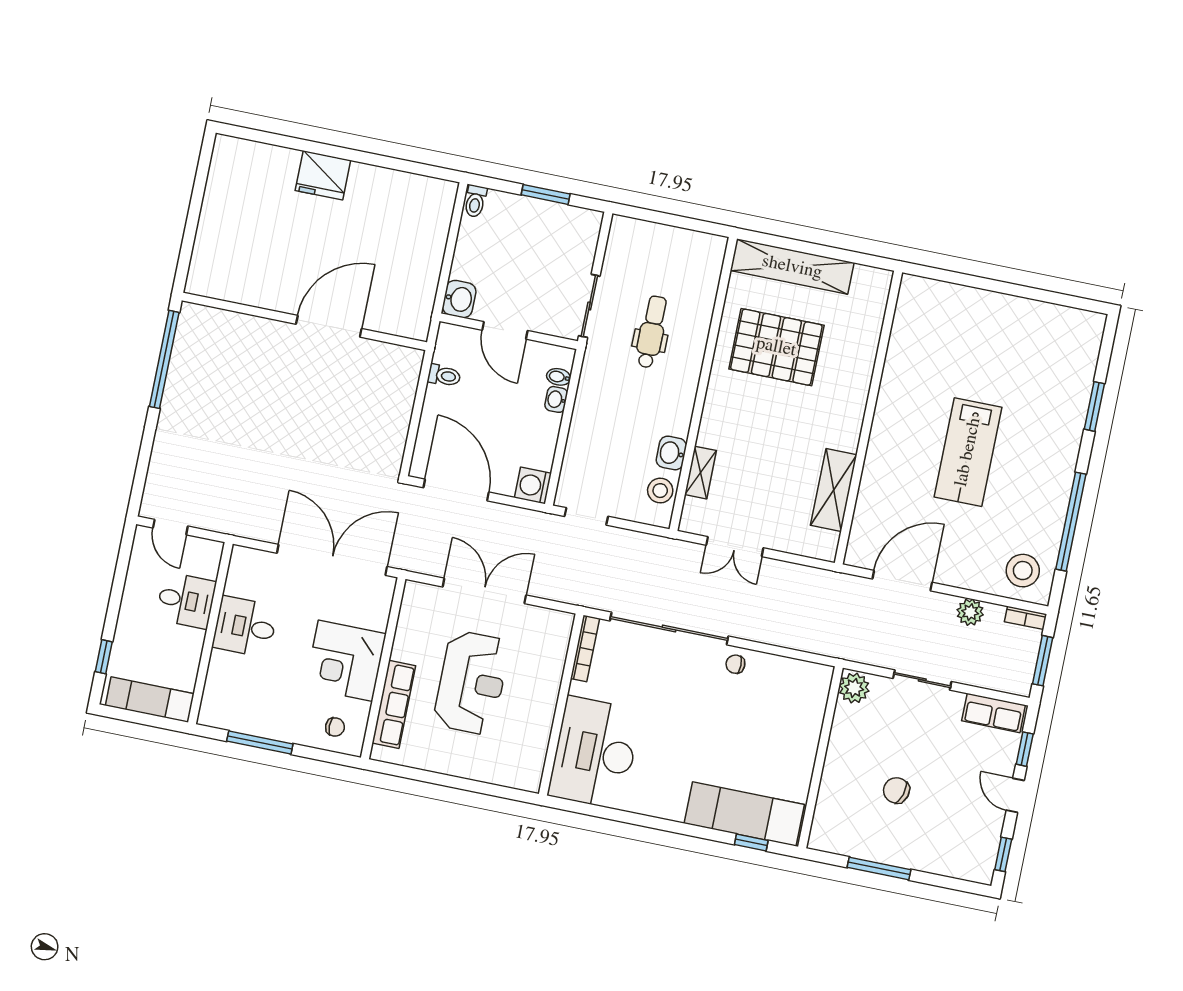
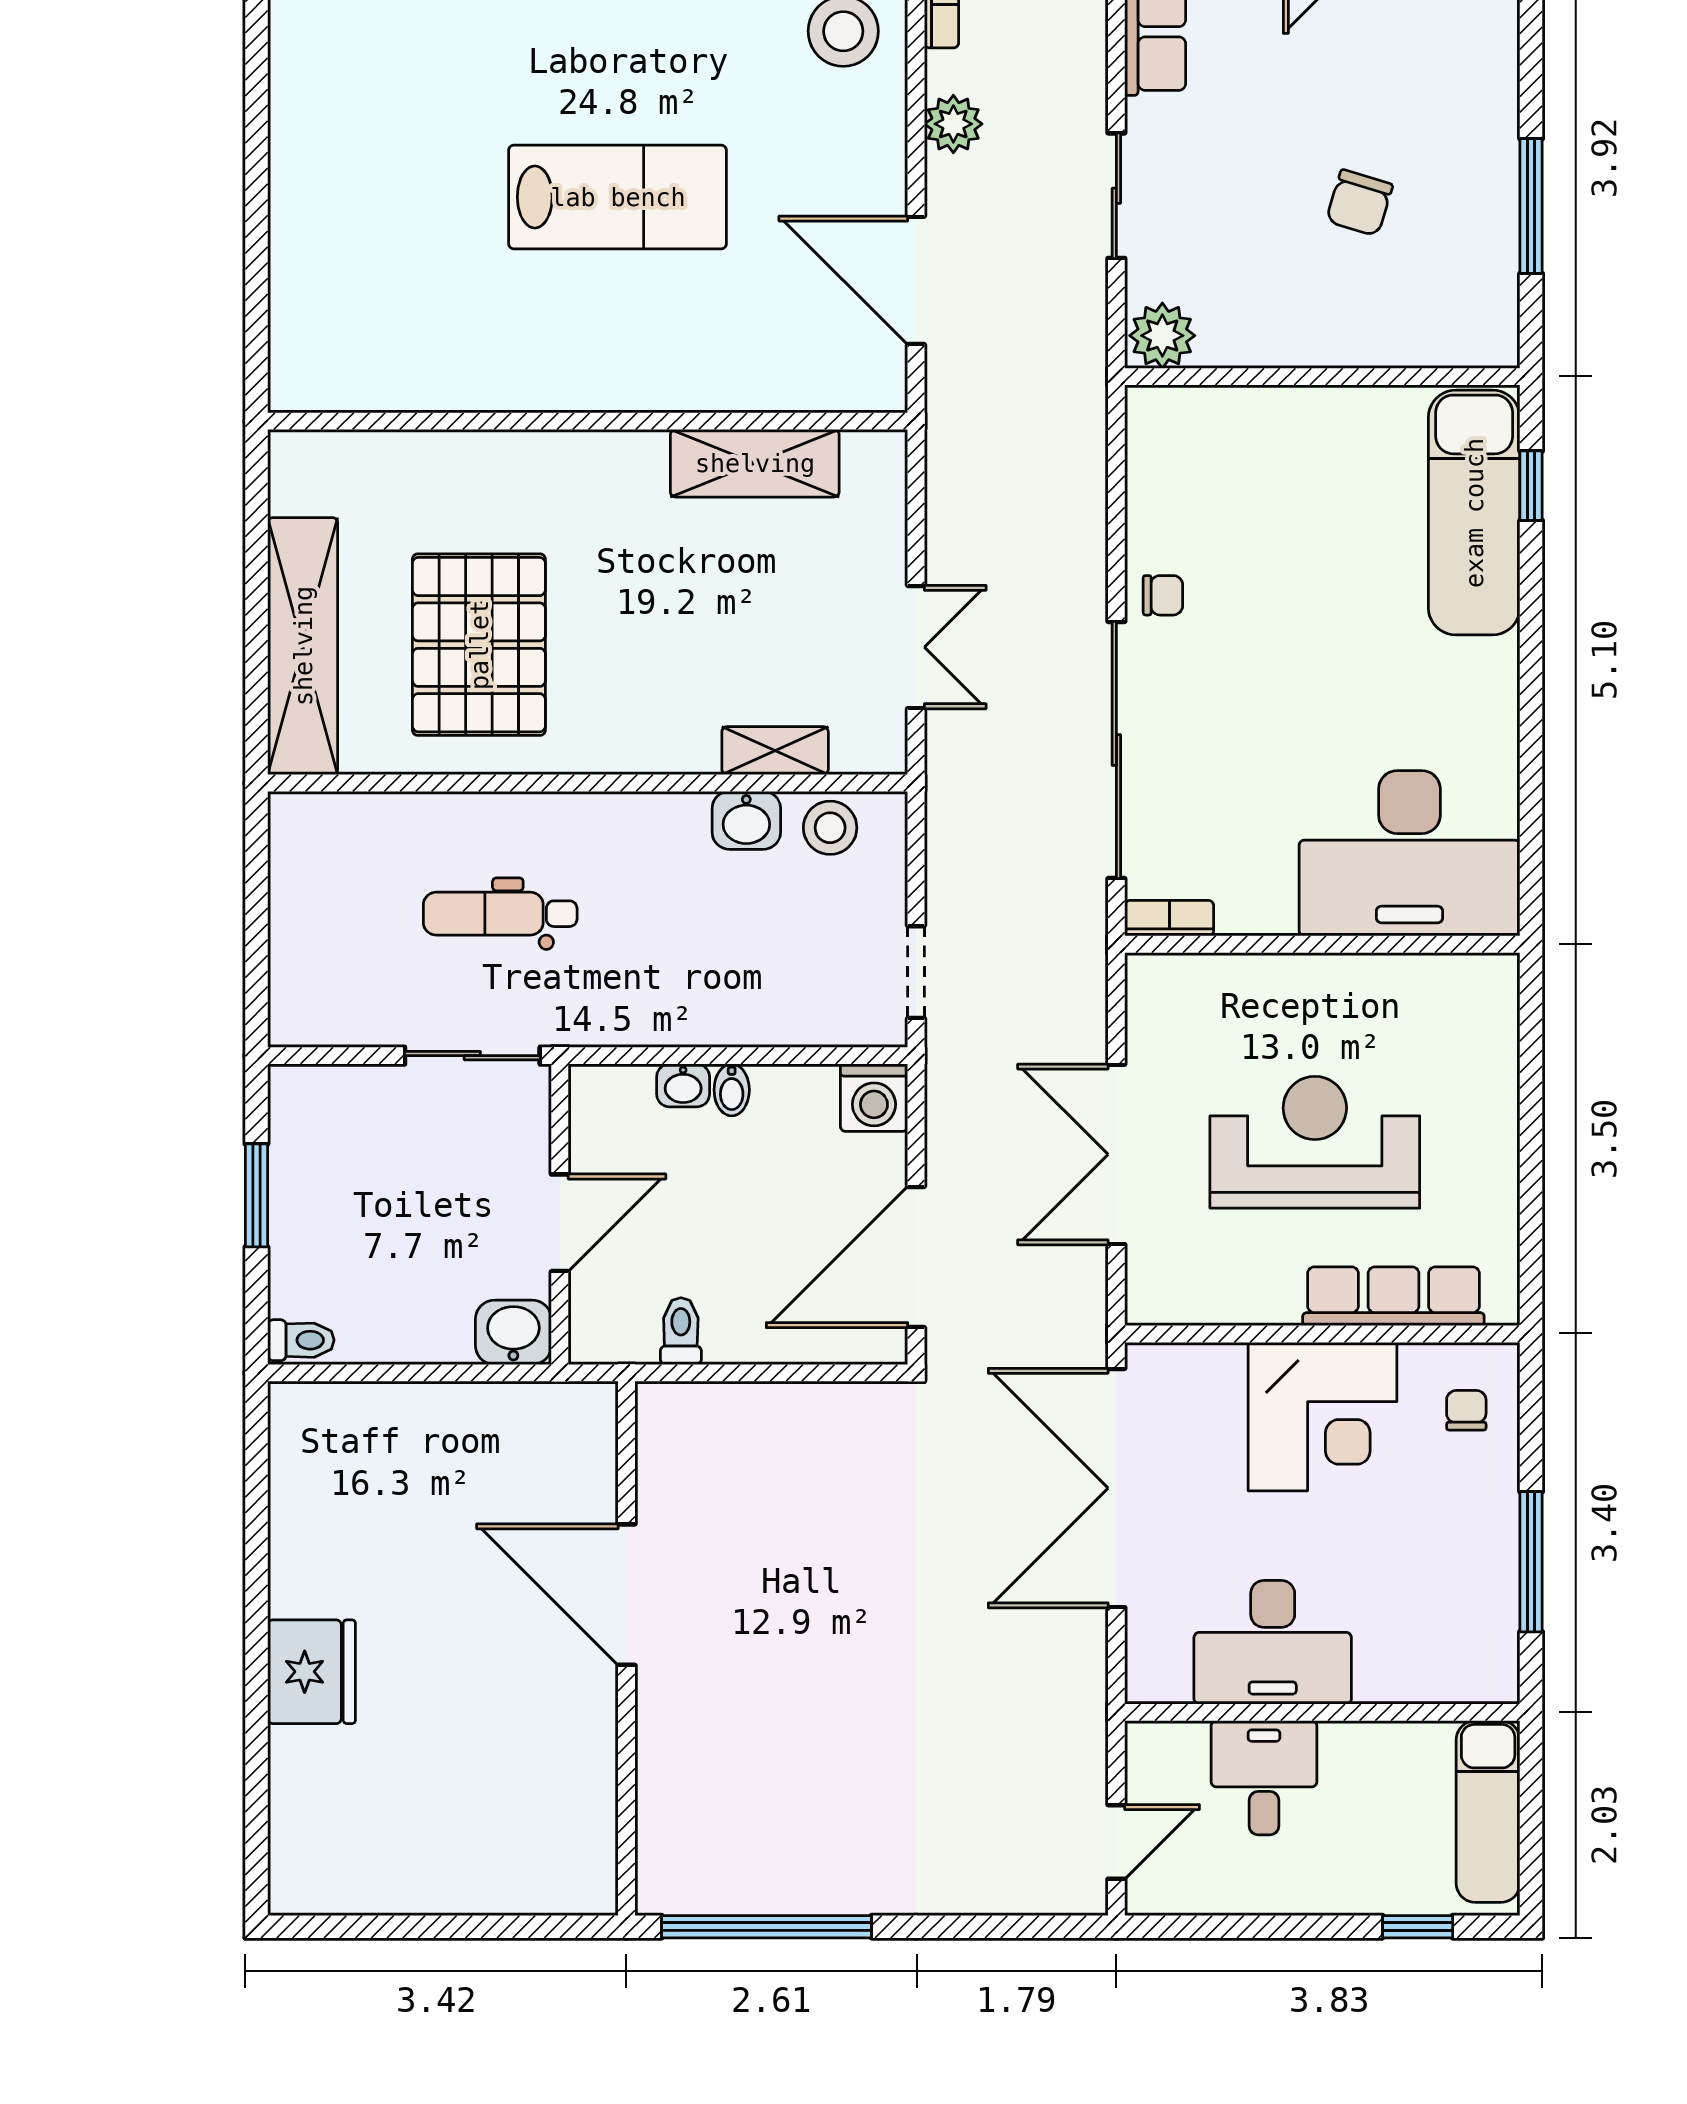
bidet: (559, 377) -> (732, 1090), moved
desk: (245, 627) -> (1273, 1642), width x1.37
bookcase: (585, 648) -> (1169, 918), width x0.64
chair: (735, 664) -> (1163, 595), turned -90

